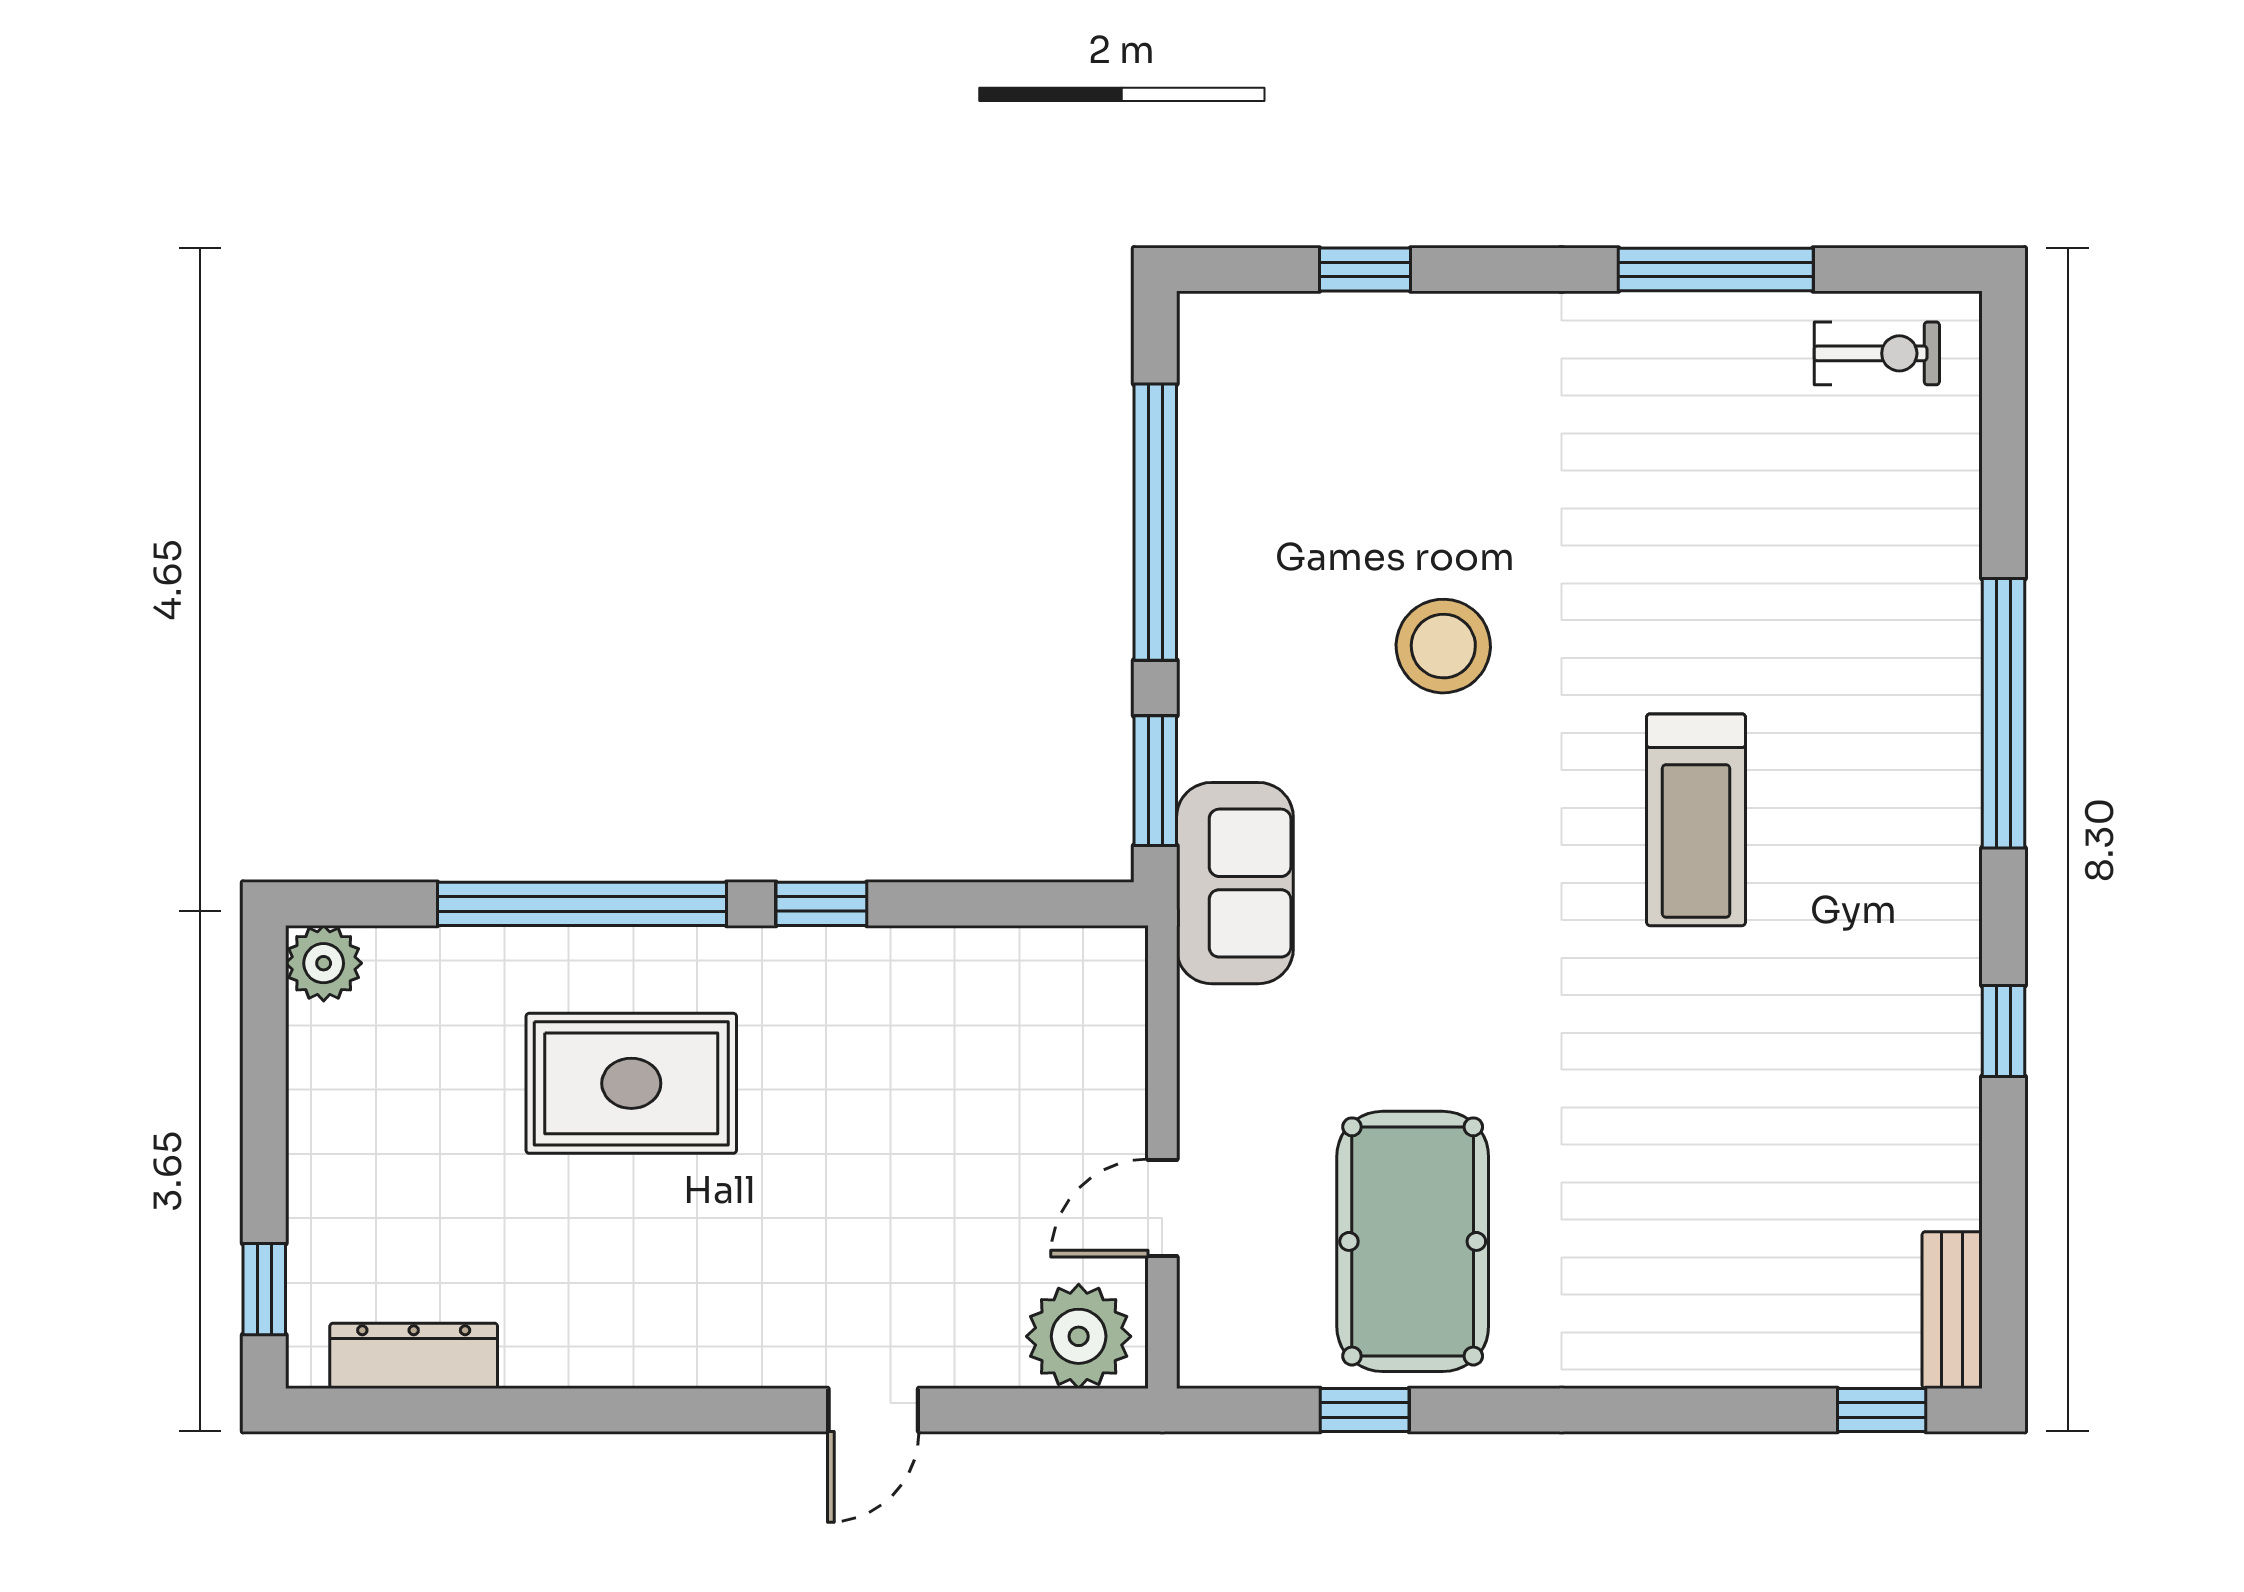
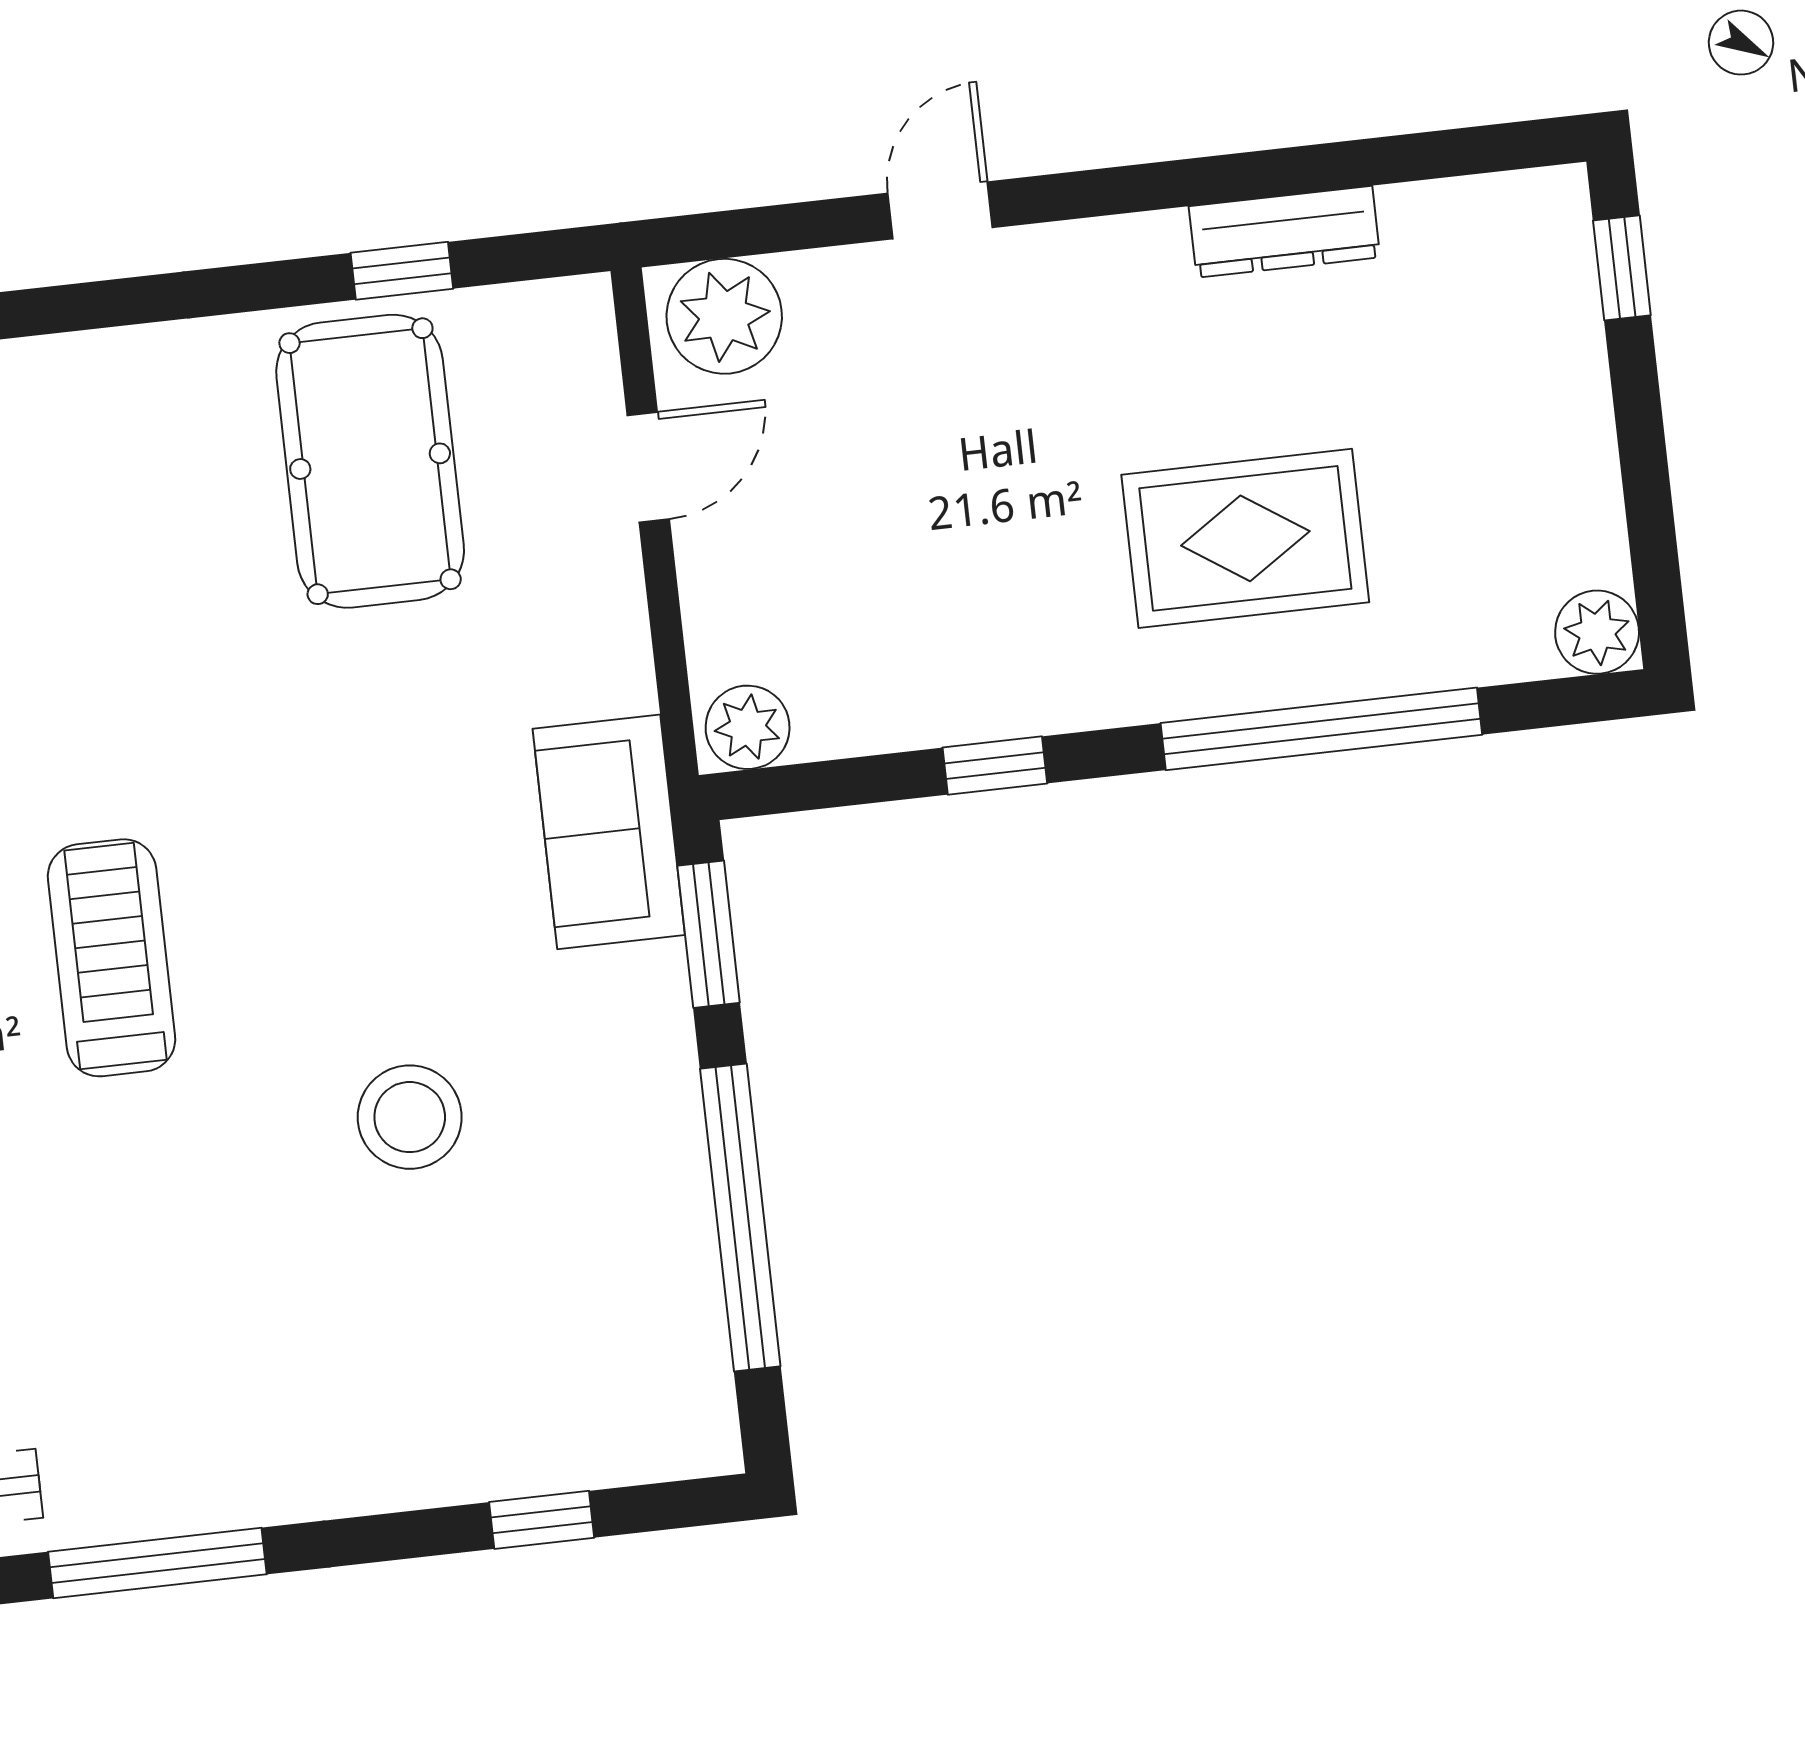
window: (821, 904) -> (995, 765), moved
plant: (1099, 963) -> (748, 727), added
dresser: (414, 1356) -> (1284, 232), moved

